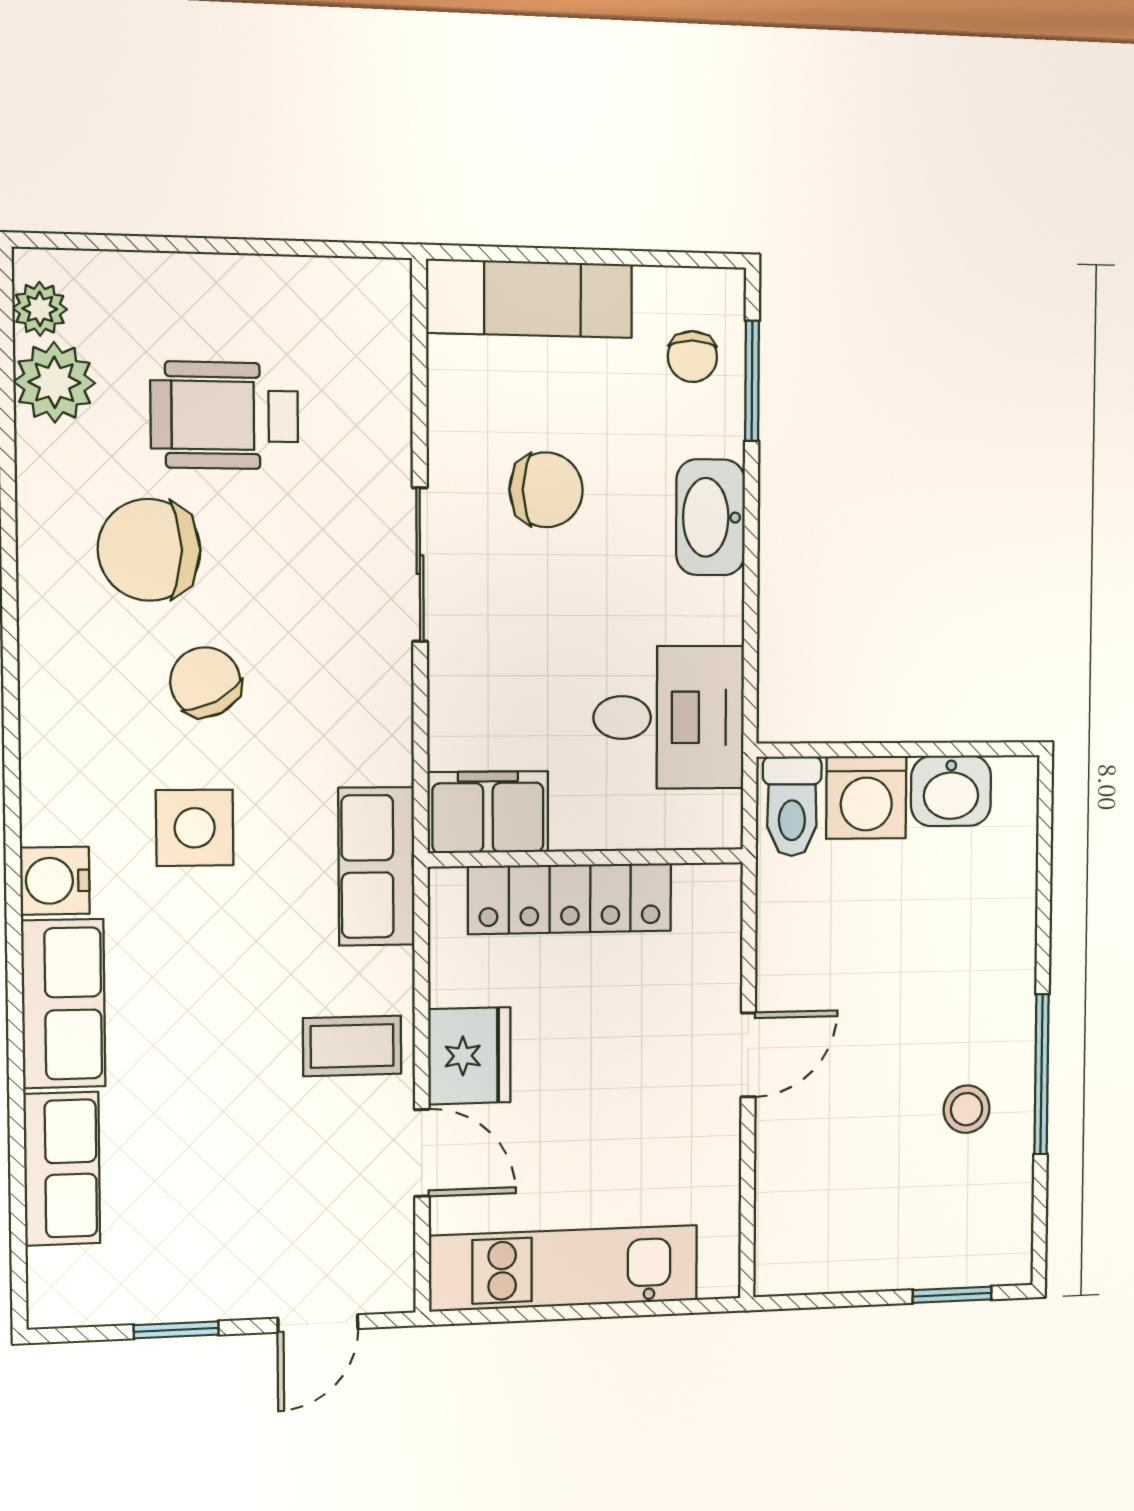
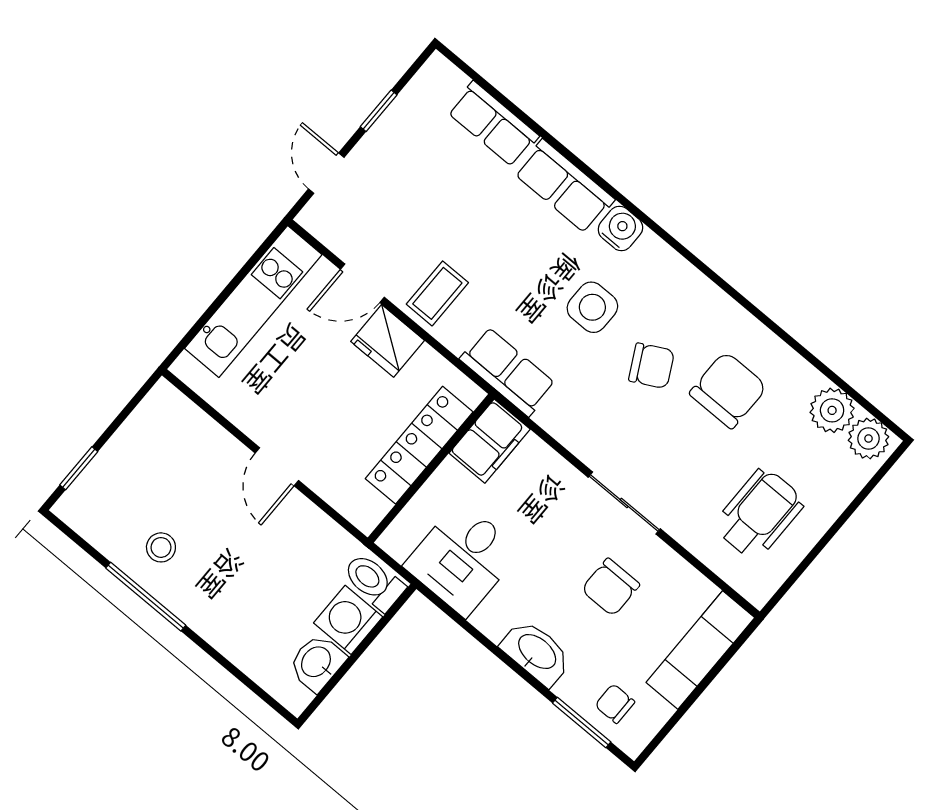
plant: (40, 309) -> (868, 438), width x1.38, depth x1.38
wheelchair: (225, 416) -> (759, 514), moved

